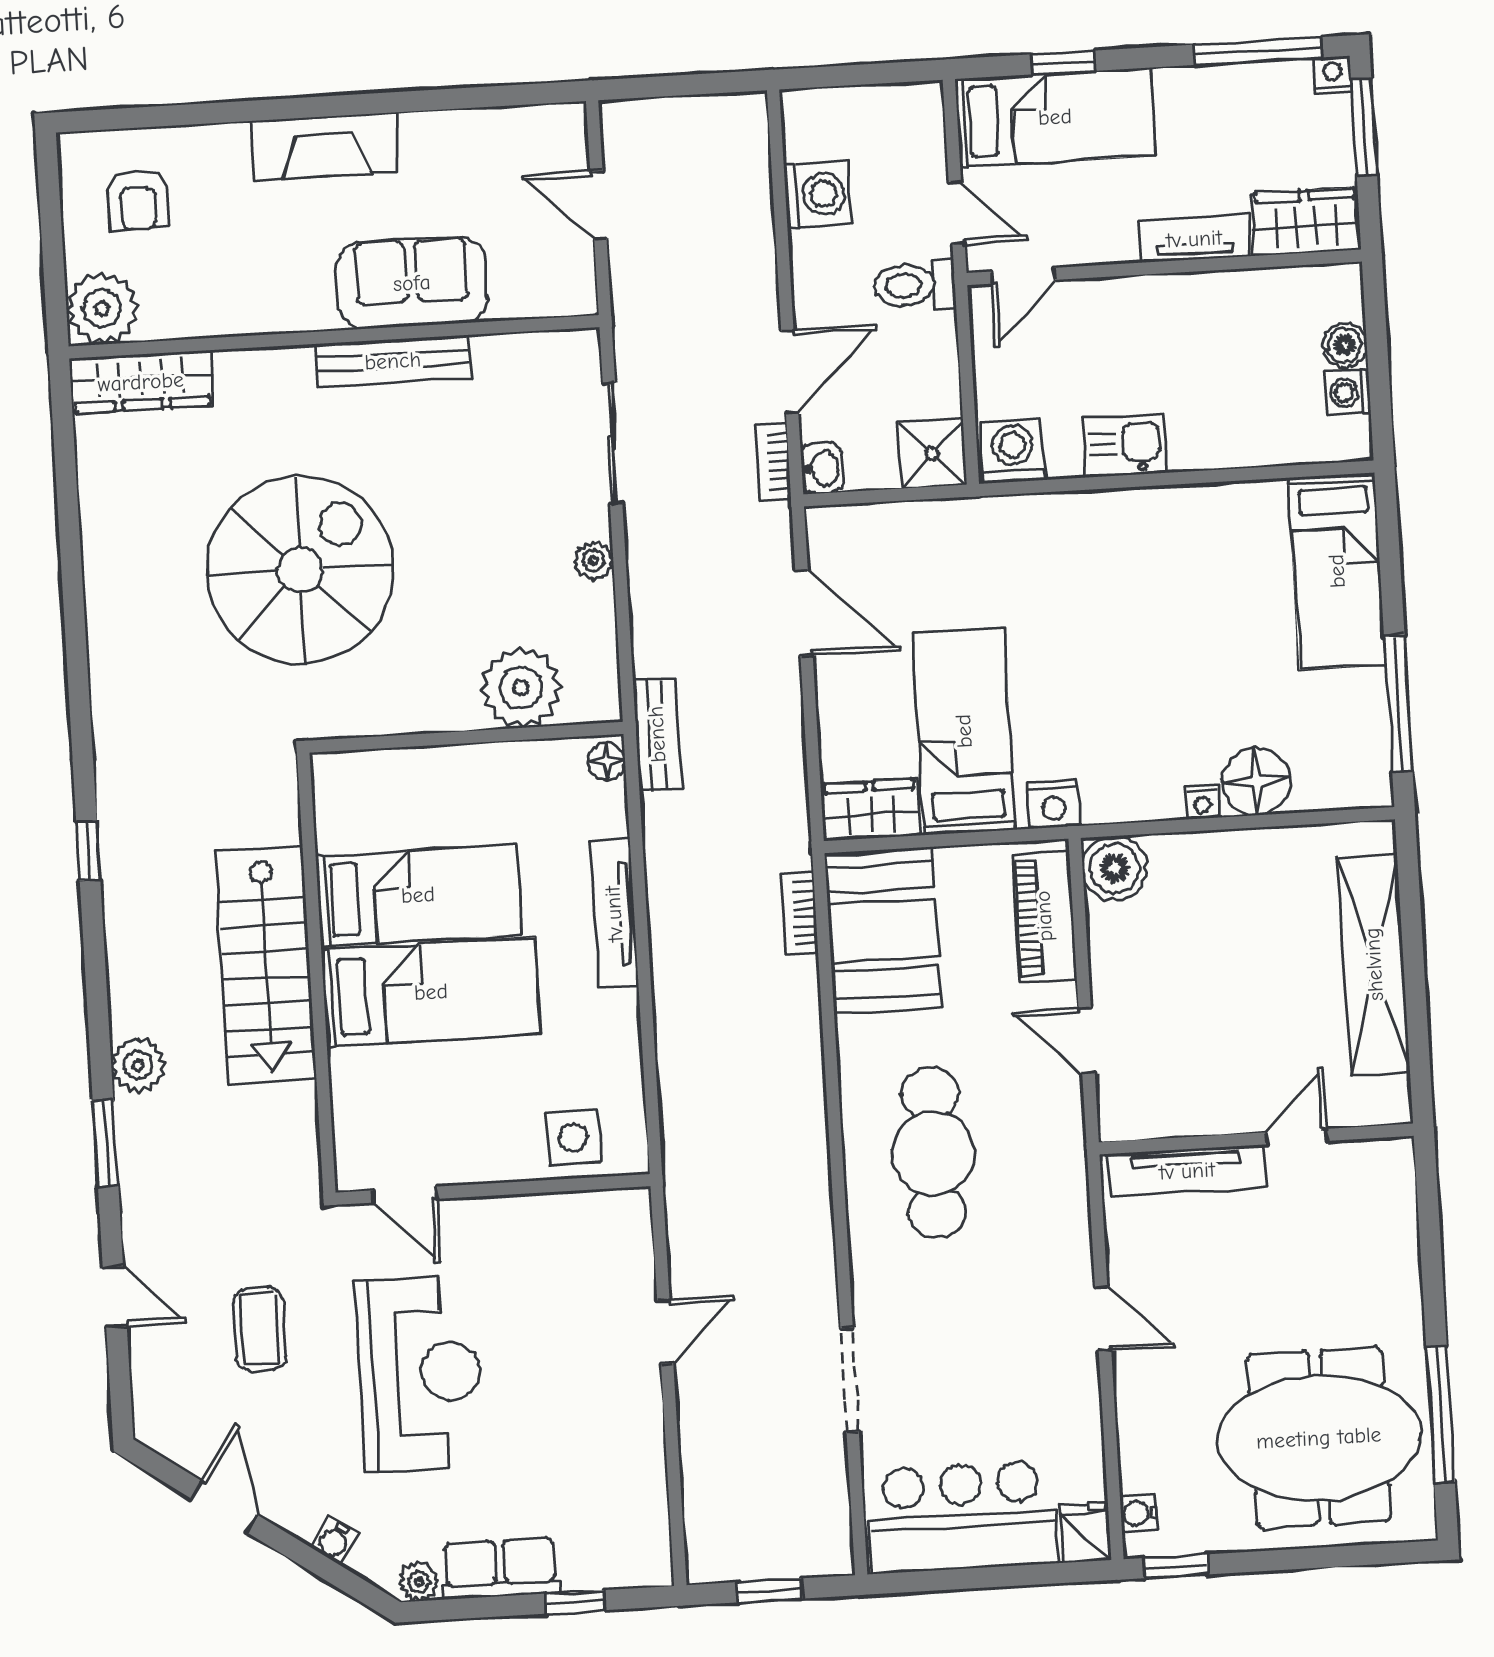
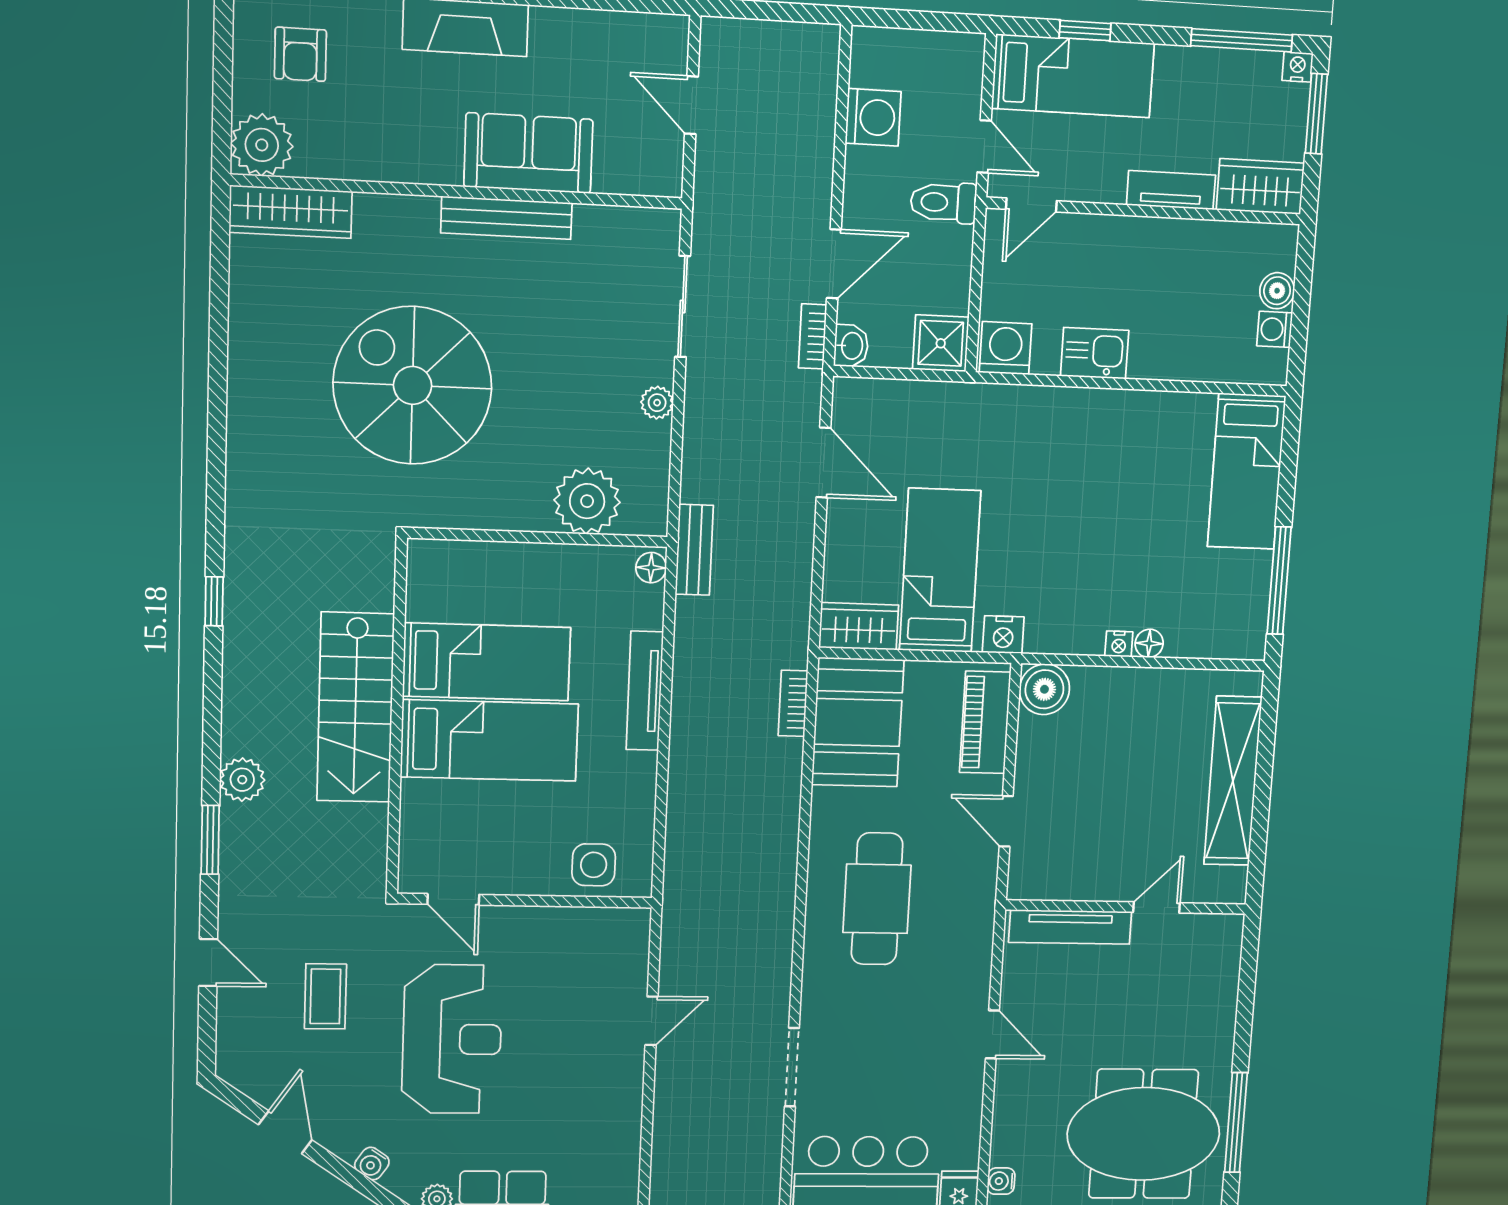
spiral stairs: (300, 570) -> (413, 385), turned -90
floor lamp: (1256, 781) -> (1149, 643), width x0.53, depth x0.53

